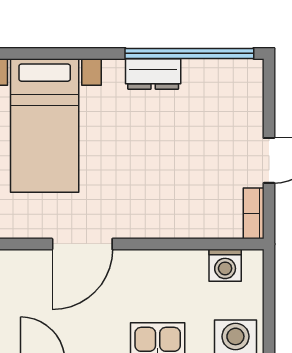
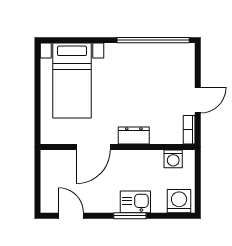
dresser: (153, 74) -> (134, 135), moved, turned 180

